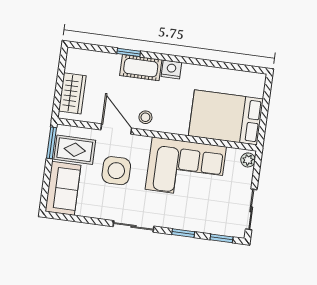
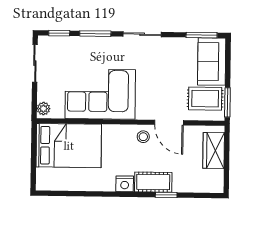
side table: (116, 171) -> (164, 84), removed
window: (70, 218) -> (202, 35), added
window: (183, 233) -> (95, 34), width x1.50

